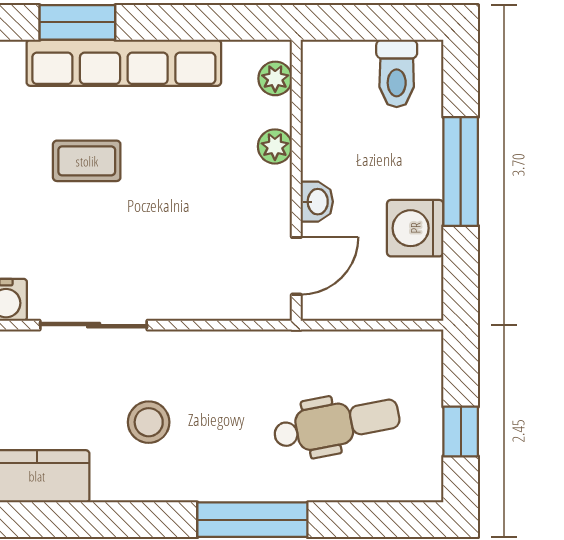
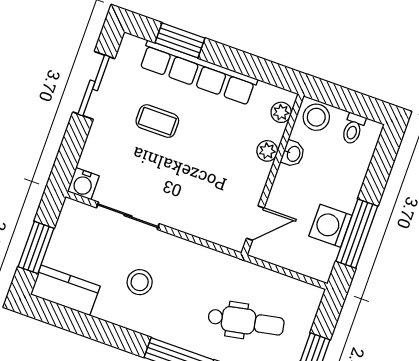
stool: (333, 66) -> (316, 117), added
toilet: (397, 73) -> (353, 129), width x0.73, depth x0.72
window: (461, 171) -> (357, 234), moved
washbasin: (317, 202) -> (293, 154), moved

